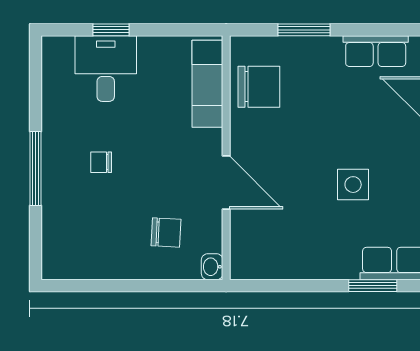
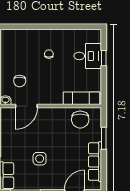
row of seats: (376, 51) -> (95, 162), width x1.48
window: (35, 169) -> (46, 27), removed
door: (226, 183) -> (26, 106), moved

